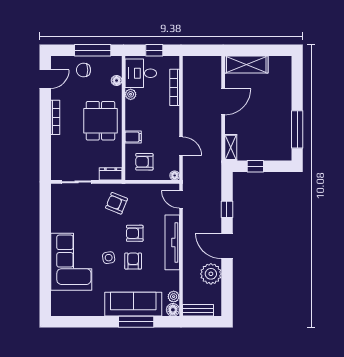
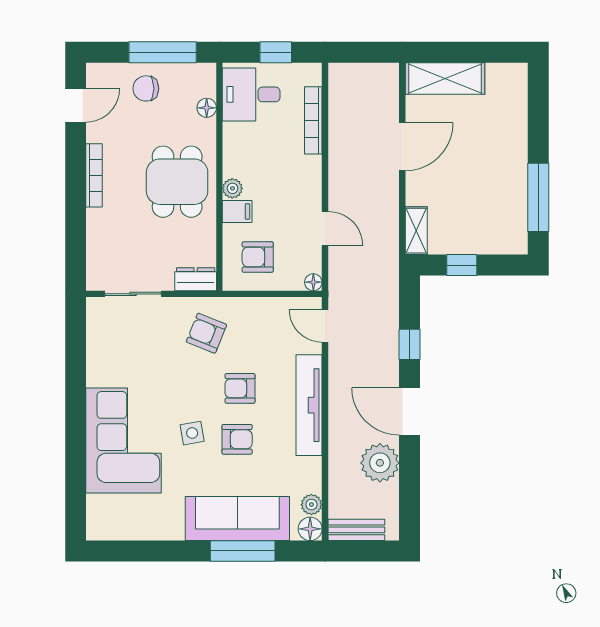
plant: (131, 94) -> (232, 188), moved
armchair: (133, 261) -> (237, 439), turned 90

